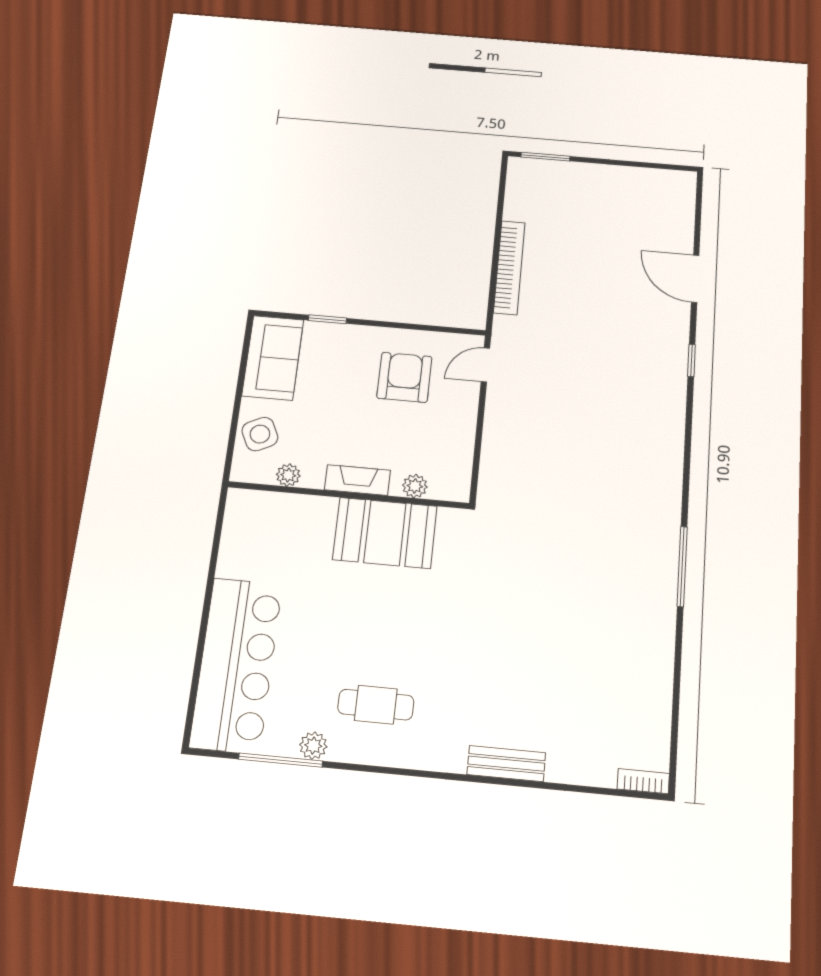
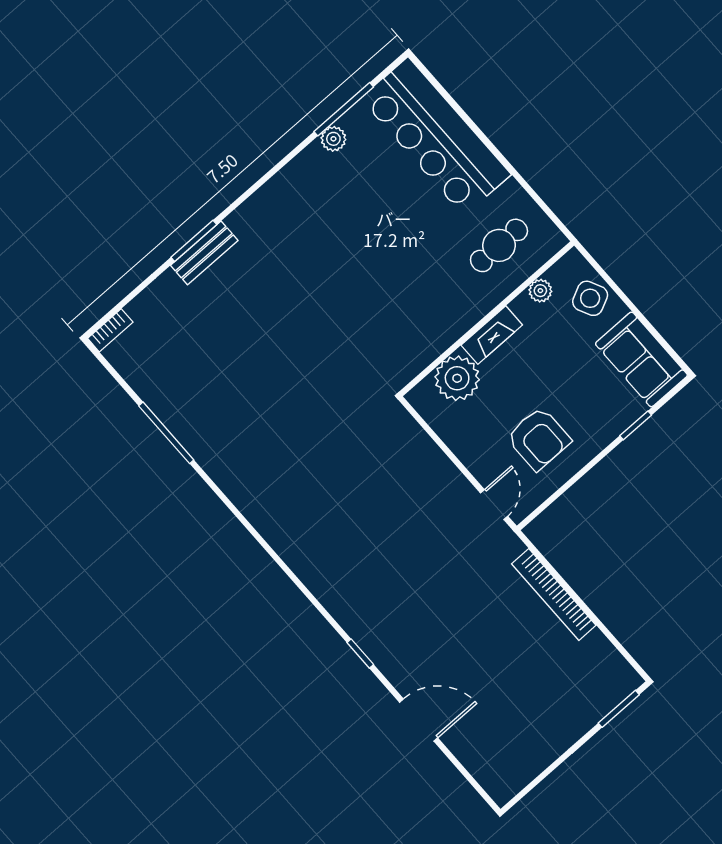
plant: (415, 486) -> (457, 378), width x1.87, depth x1.87
booth: (385, 533) -> (436, 319), removed
window: (682, 566) -> (166, 433), moved
cafe table: (376, 705) -> (499, 245), moved
window: (505, 782) -> (194, 241), added

